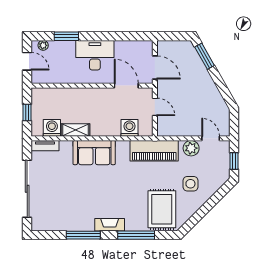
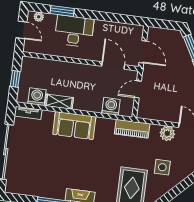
desk: (95, 55) -> (74, 31), moved
door: (155, 107) -> (138, 89), swing flipped
piano: (154, 151) -> (132, 129), width x0.73, depth x0.75

